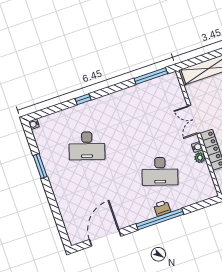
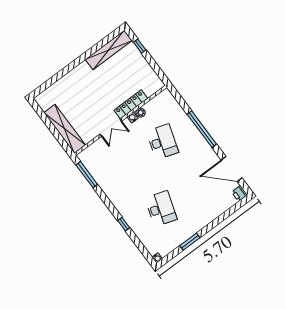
printer: (162, 208) -> (239, 193), moved

